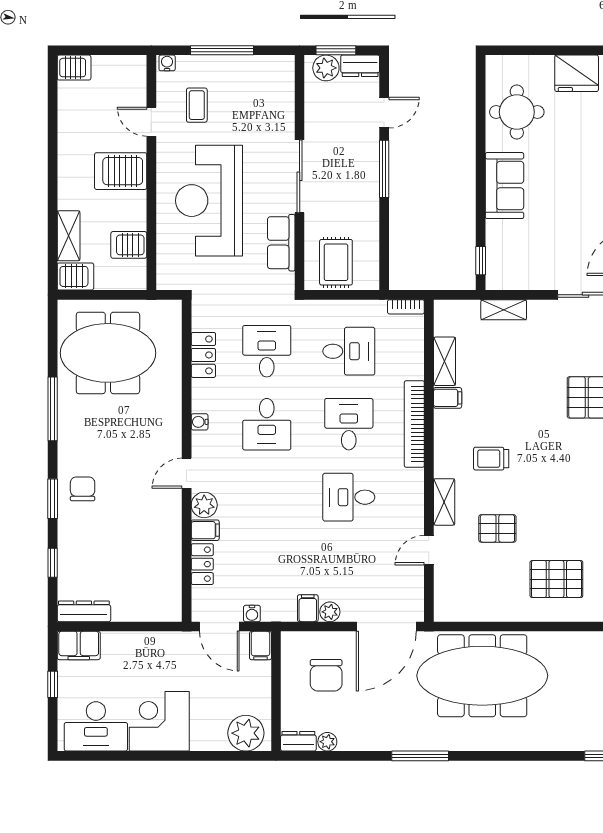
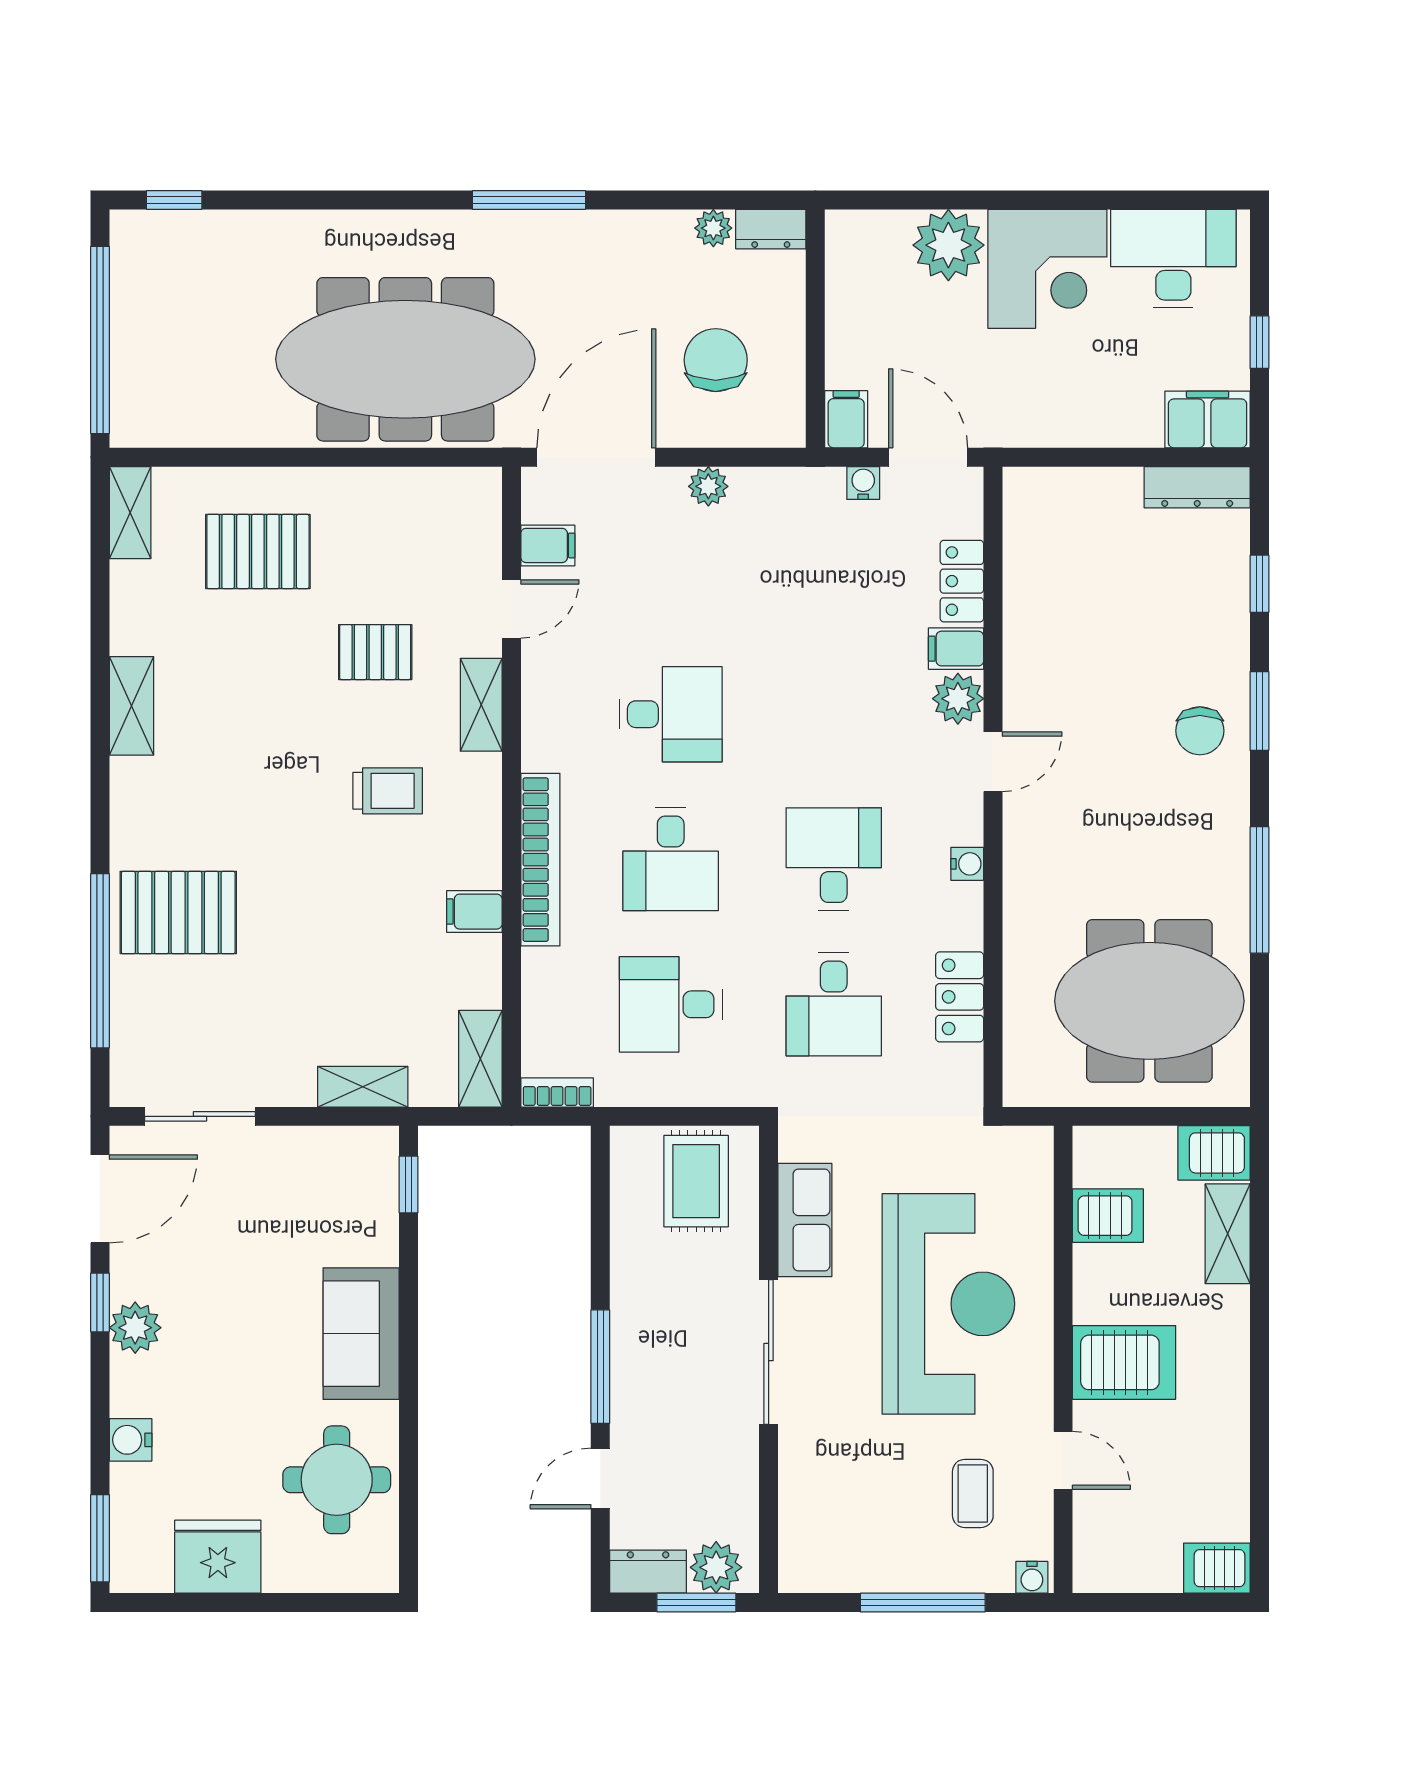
shelving: (445, 361) -> (480, 1059), moved
filing cabinet: (308, 608) -> (548, 545), moved, turned -90
plant: (246, 733) -> (948, 245), moved

